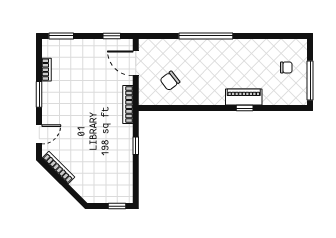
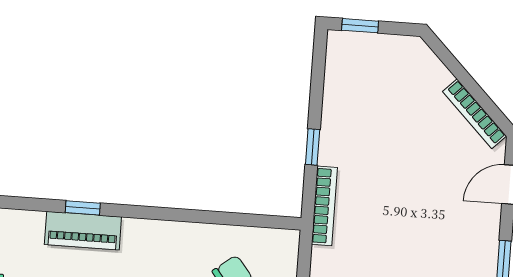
bookcase: (128, 105) -> (324, 206), moved

